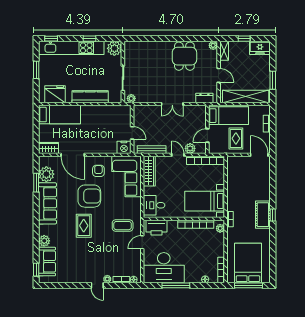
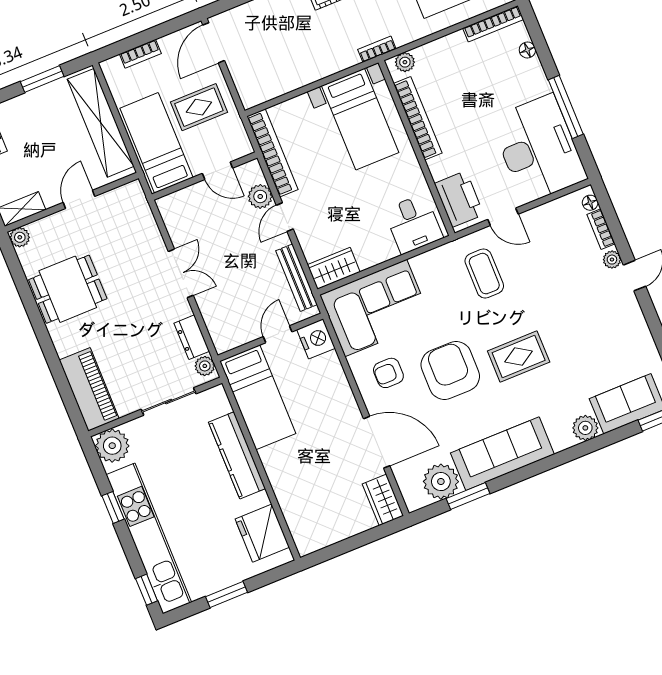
piano: (141, 48) -> (89, 389), added
dresser: (204, 98) -> (192, 337), moved
bed: (60, 115) -> (258, 397), moved, turned 180
door: (73, 155) -> (377, 442), hinge flipped
wardrobe: (149, 171) -> (334, 268), width x0.67

